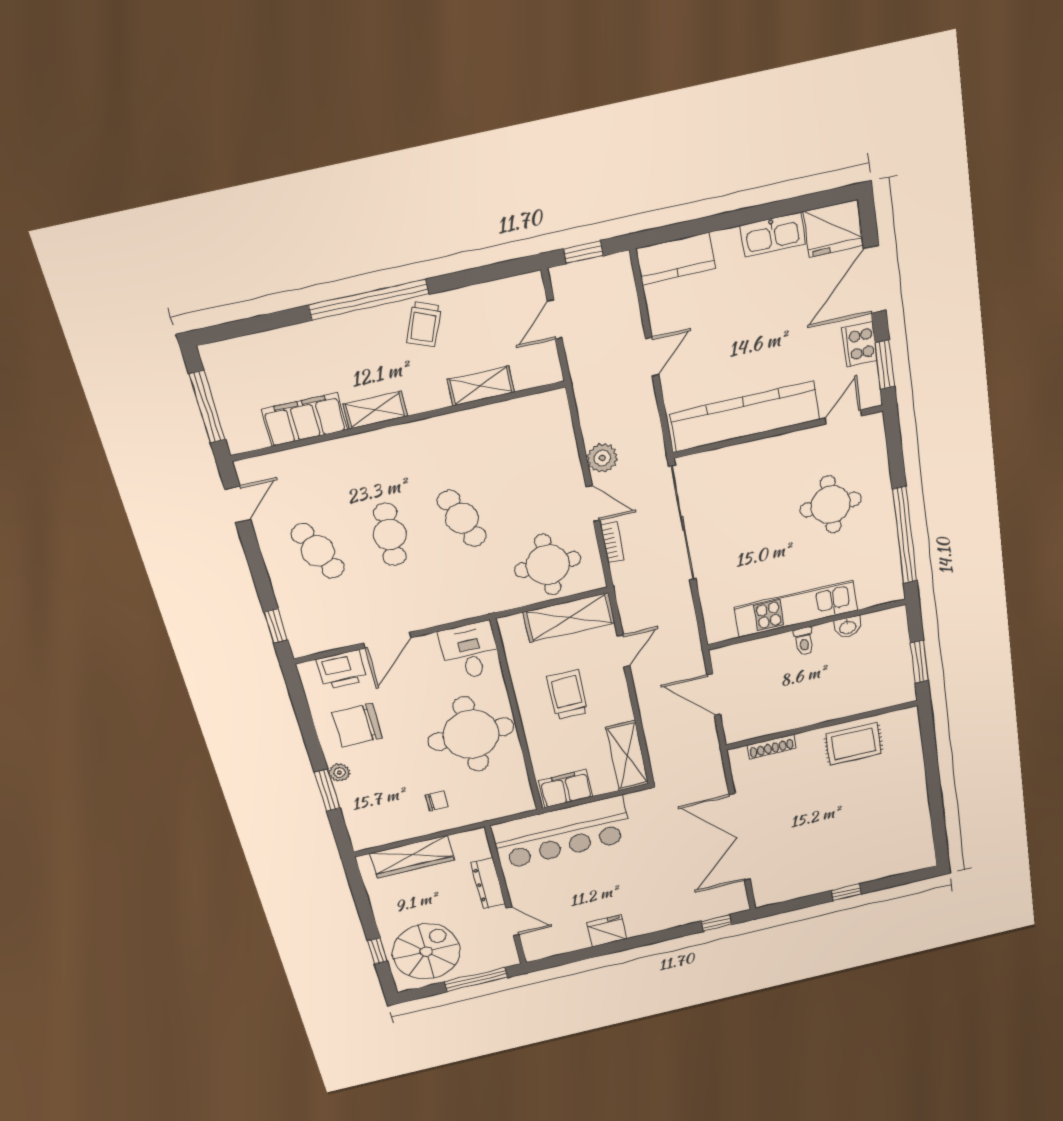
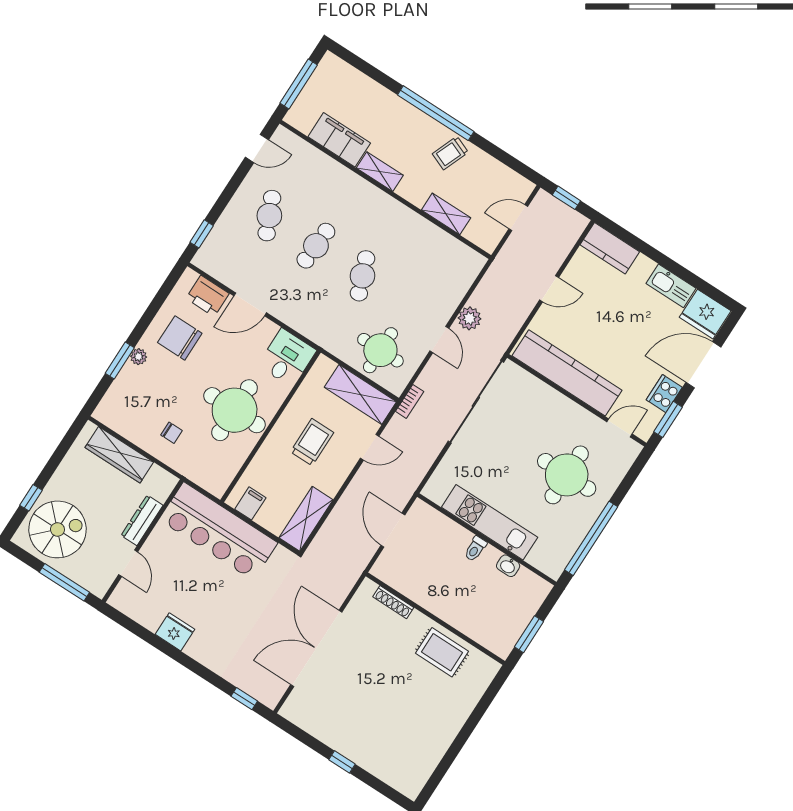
round table: (831, 505) -> (567, 475), width x1.36, depth x1.36
bookcase: (612, 542) -> (410, 401), moved
filing cabinet: (566, 789) -> (250, 503), width x0.50

